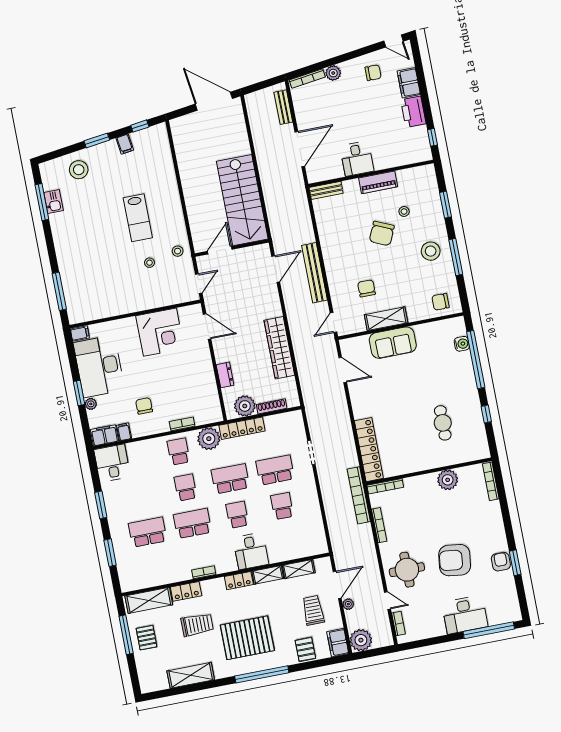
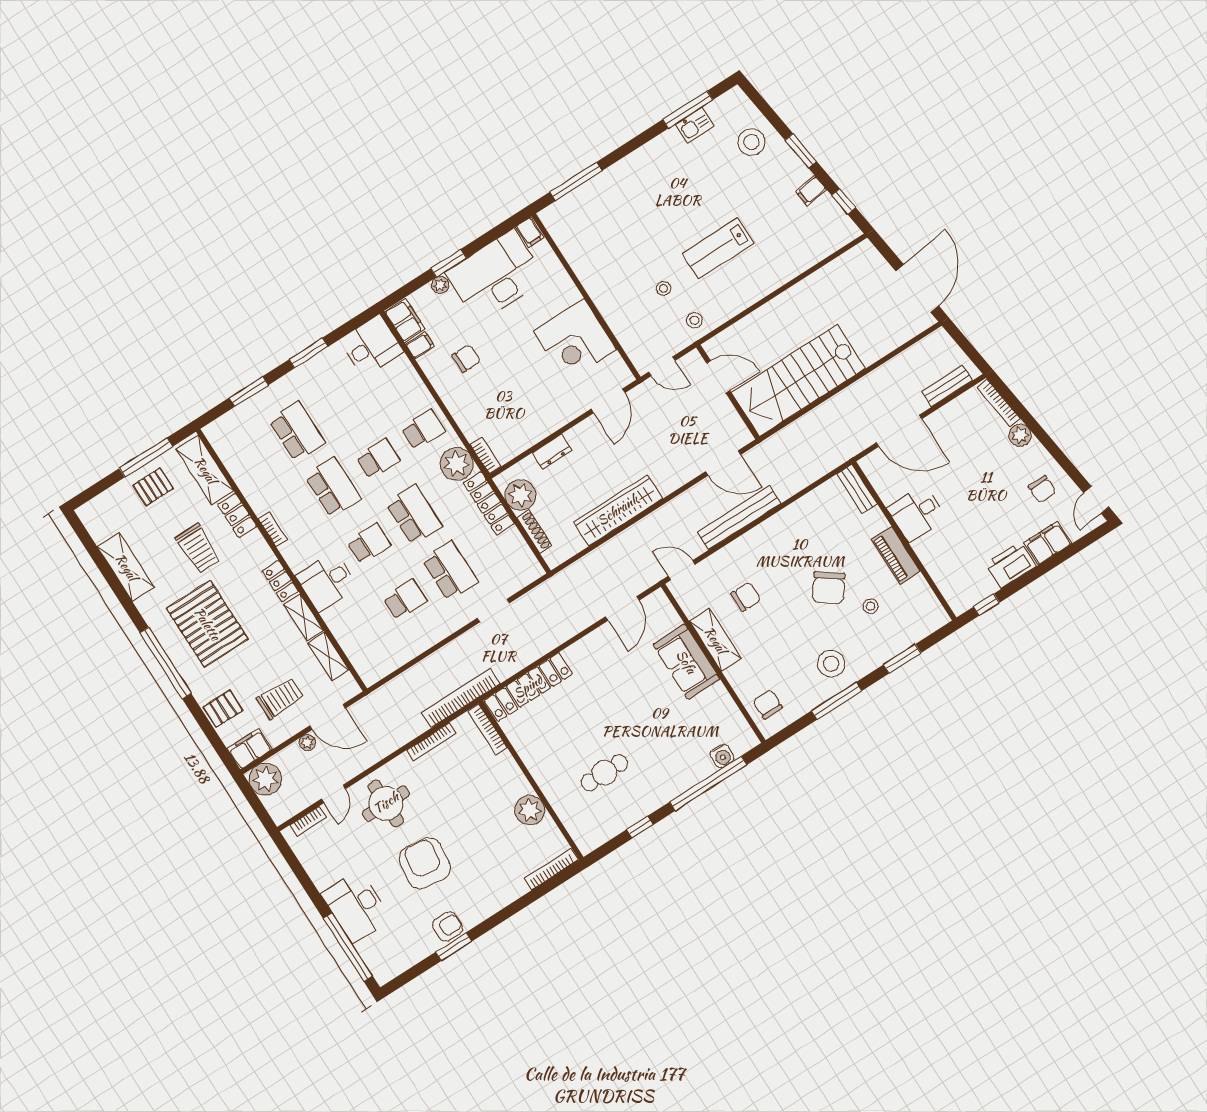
chair: (382, 233) -> (829, 588), turned -78
bookcase: (182, 424) -> (485, 456), moved

